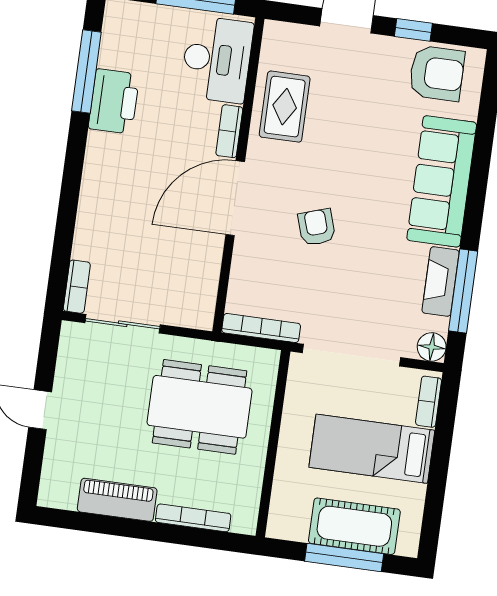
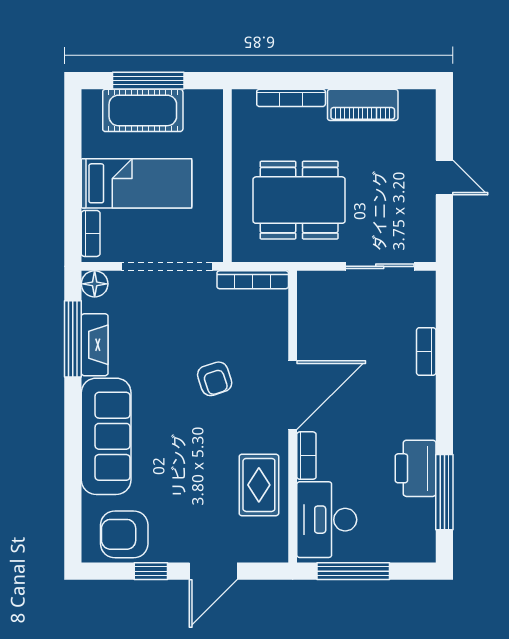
bookcase: (77, 287) -> (426, 352), moved

